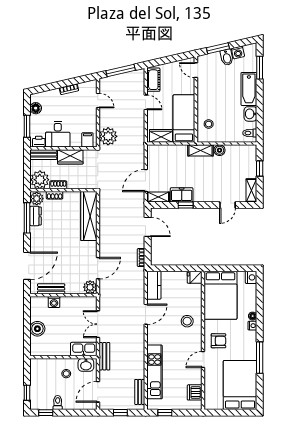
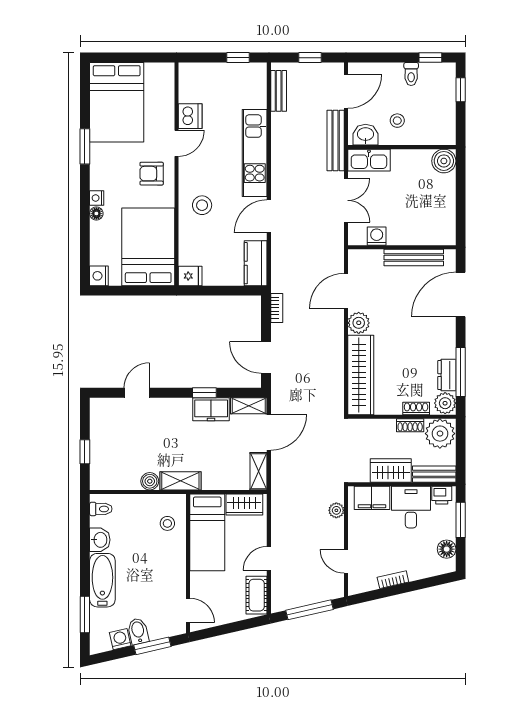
door: (146, 102) -> (269, 558), hinge flipped
plant: (108, 136) -> (336, 510), width x0.53, depth x0.53
filing cabinet: (87, 140) -> (372, 498), width x2.00
shelving: (251, 190) -> (258, 471), moved
plant: (90, 287) -> (359, 323), moved
bench: (51, 289) -> (414, 258), width x1.36
washing machine: (54, 302) -> (377, 236), moved
boiler: (37, 329) -> (444, 161), moved
bench: (104, 356) -> (336, 140), width x1.36
window: (260, 358) -> (85, 146), width x0.69
kitchen unit: (155, 372) -> (255, 153), moved
dishwasher: (195, 392) -> (190, 116), moved

